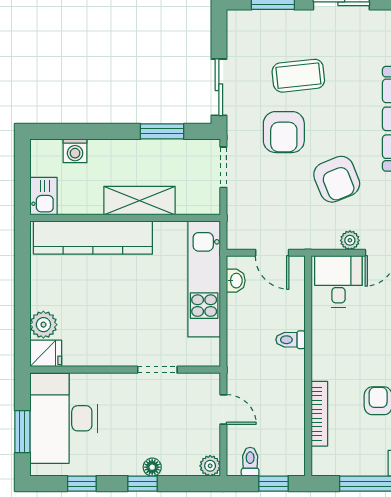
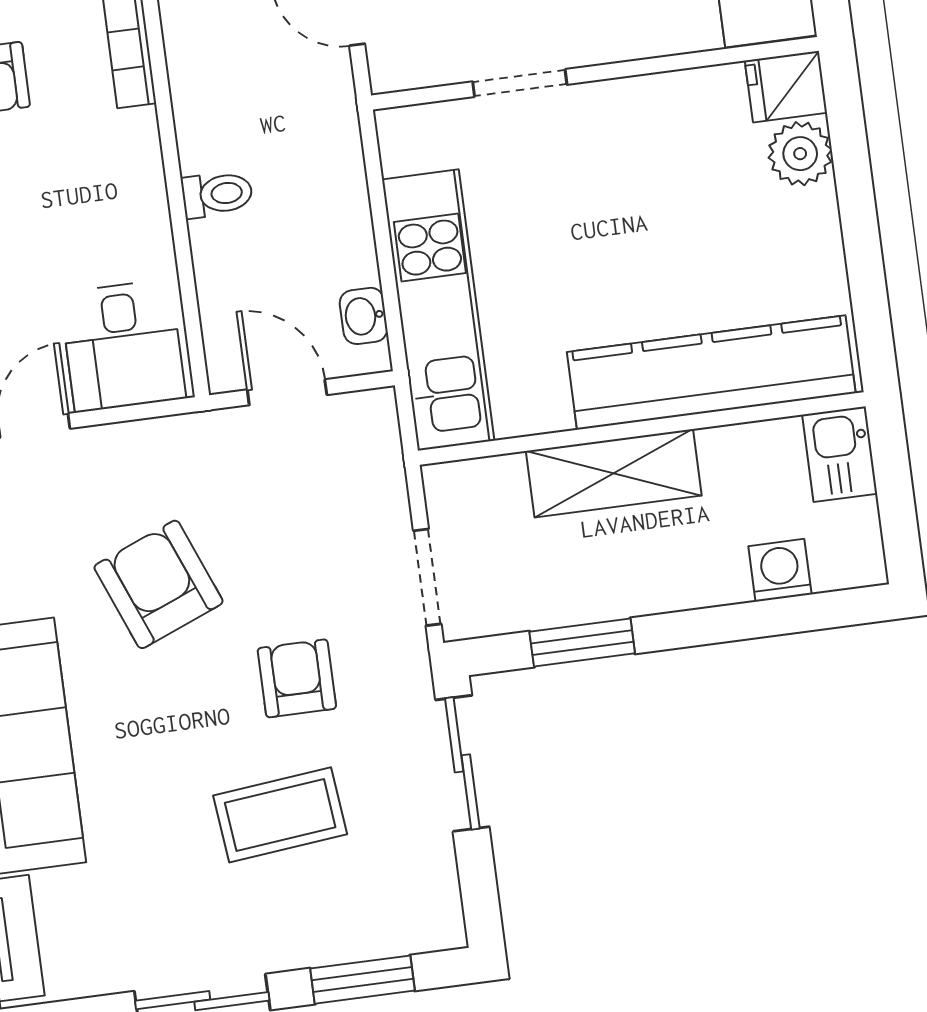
armchair: (284, 132) -> (297, 678), width x0.72, depth x0.72
plant: (350, 240) -> (109, 445), removed

